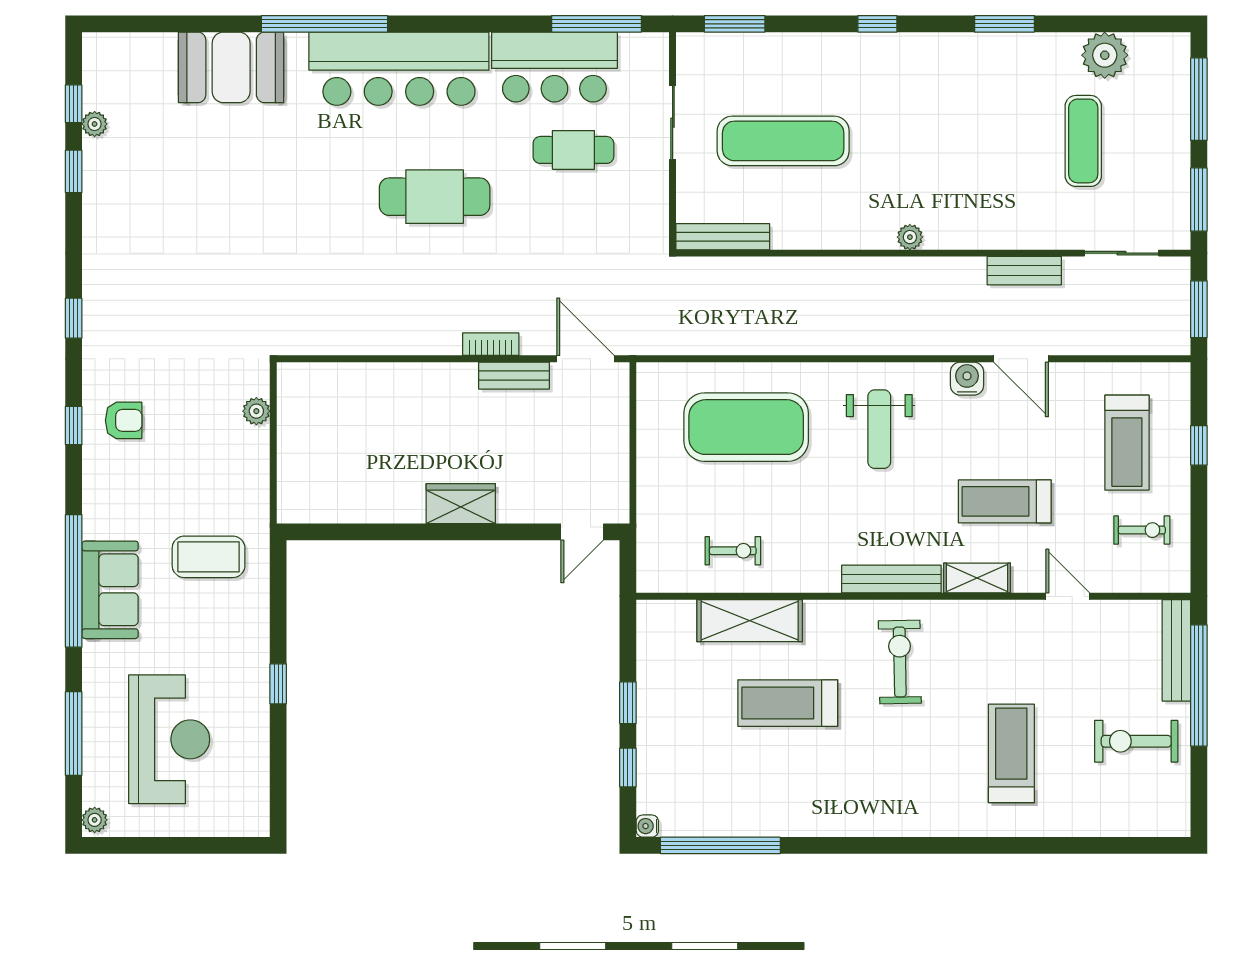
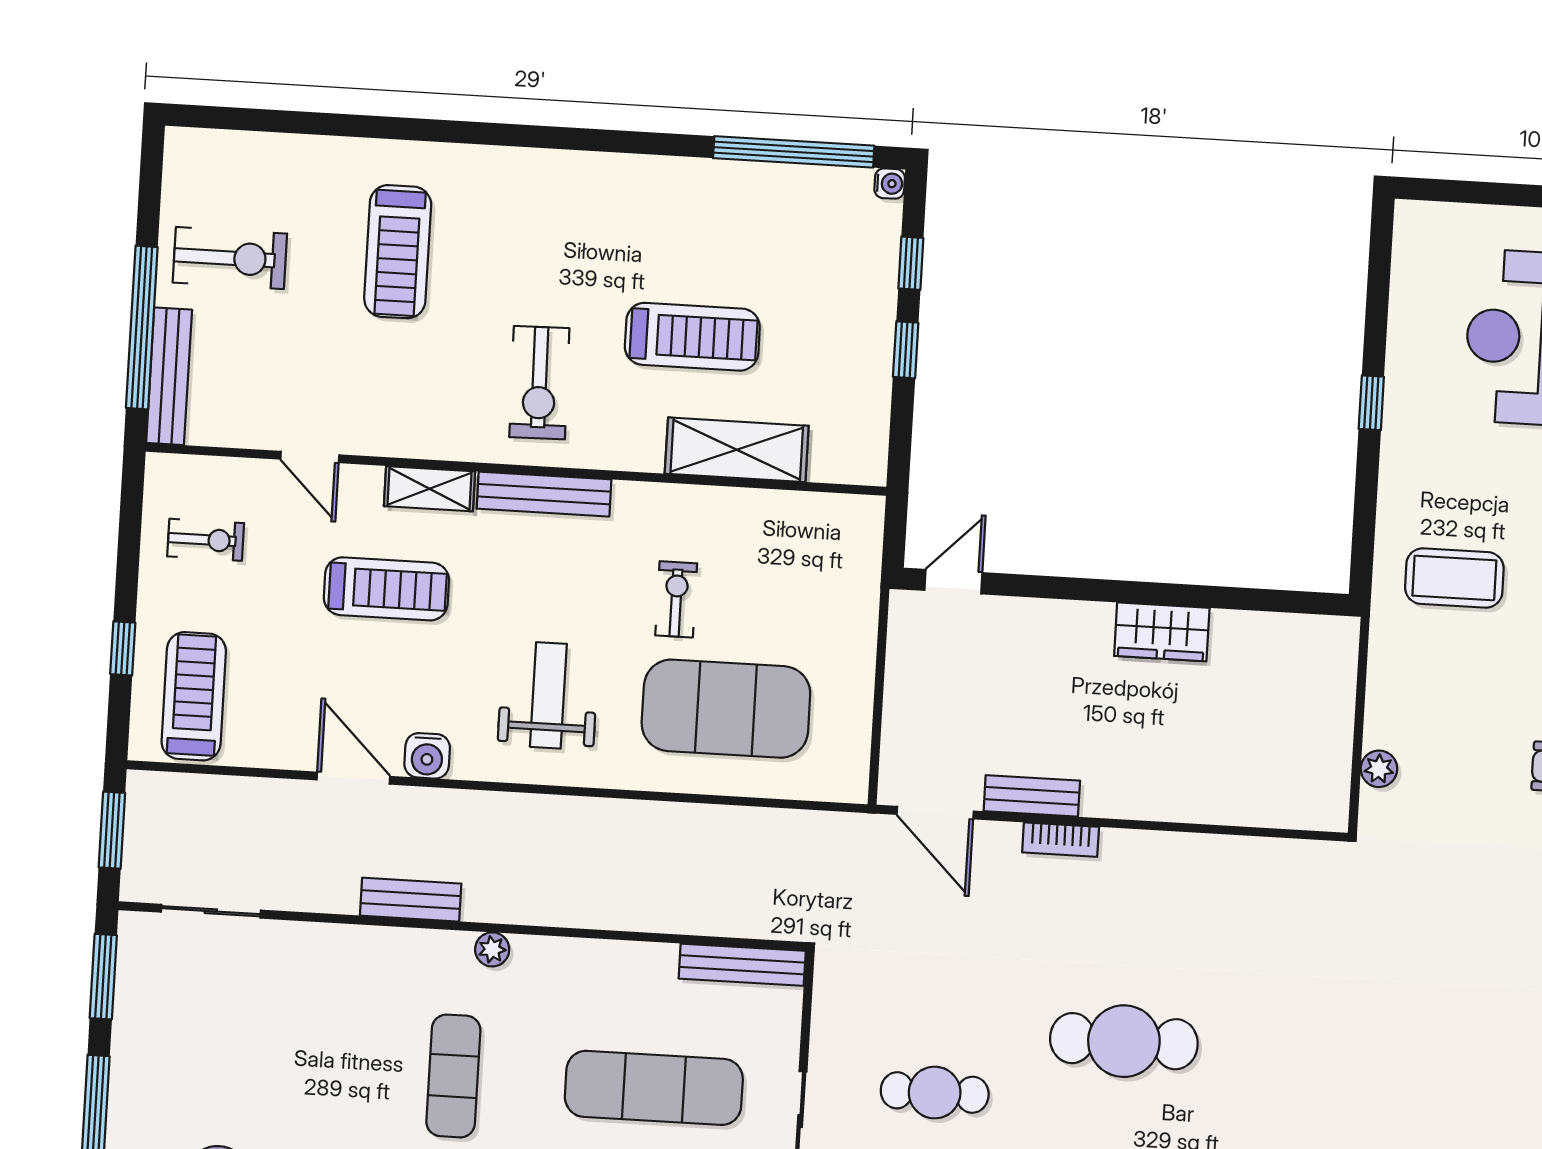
exercise mat: (1083, 141) -> (453, 1076), moved
bench: (1024, 271) -> (411, 900), moved
treadmill: (1127, 443) -> (194, 696), moved
wardrobe: (461, 504) -> (1162, 632), moved
exercise bike: (1142, 530) -> (206, 540), turned 180
exercise bike: (733, 551) -> (676, 599), moved, turned 90

